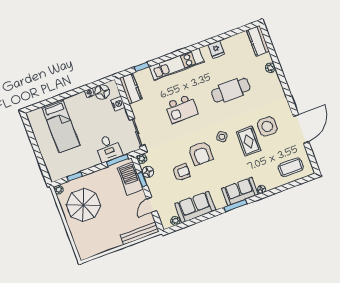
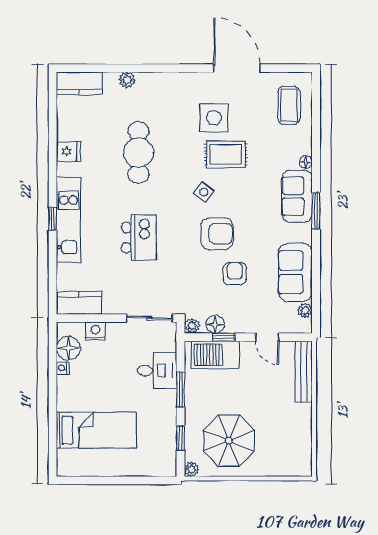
window: (141, 67) -> (53, 219), moved
window: (117, 160) -> (180, 390), moved

